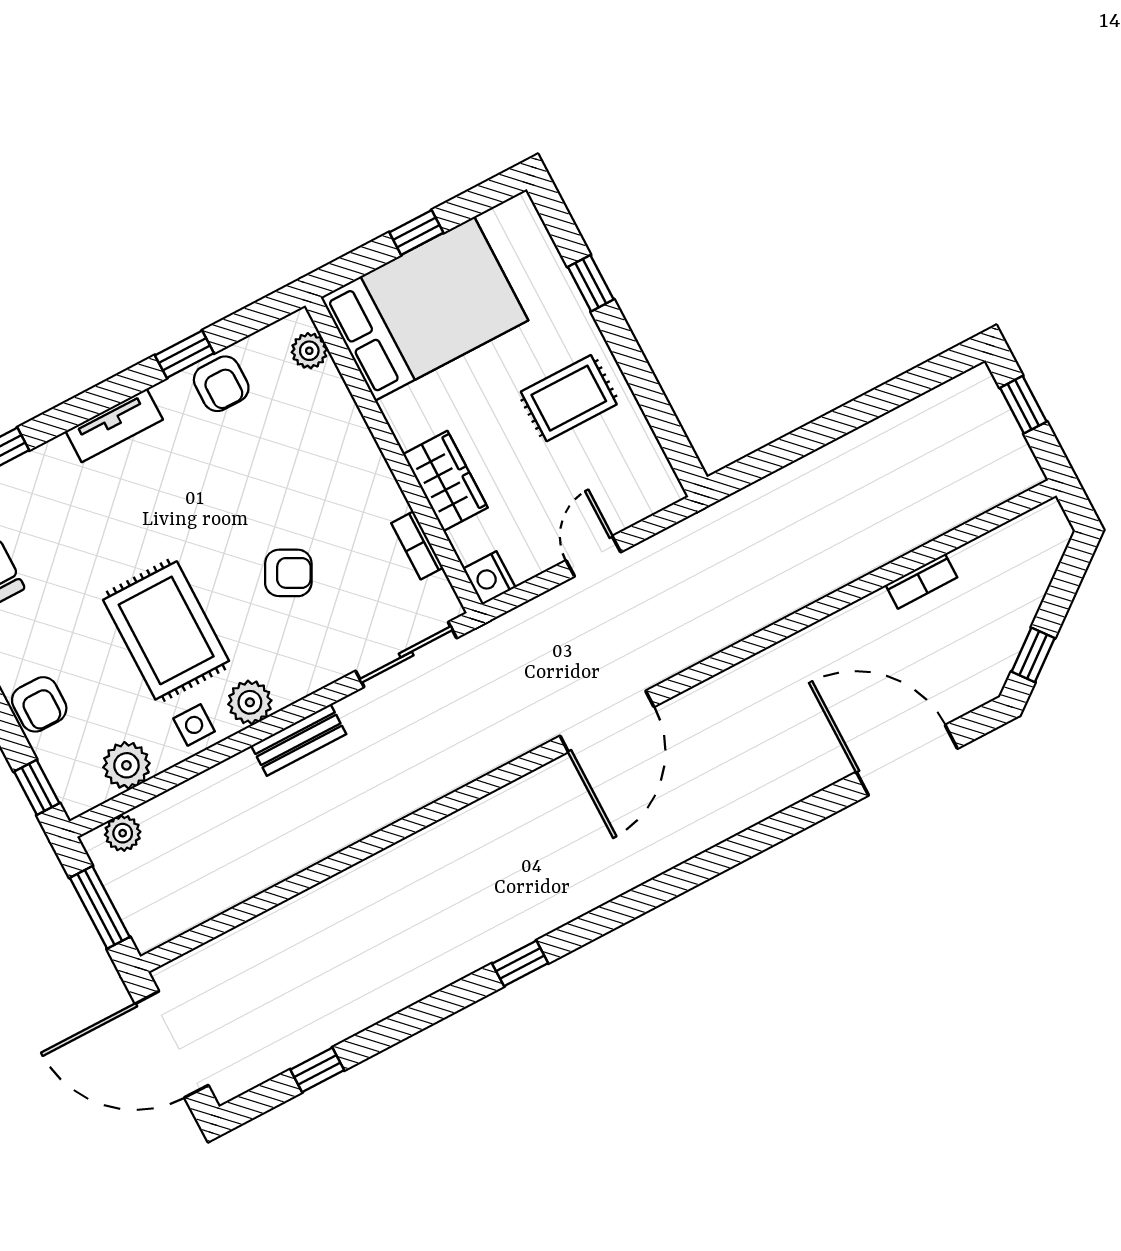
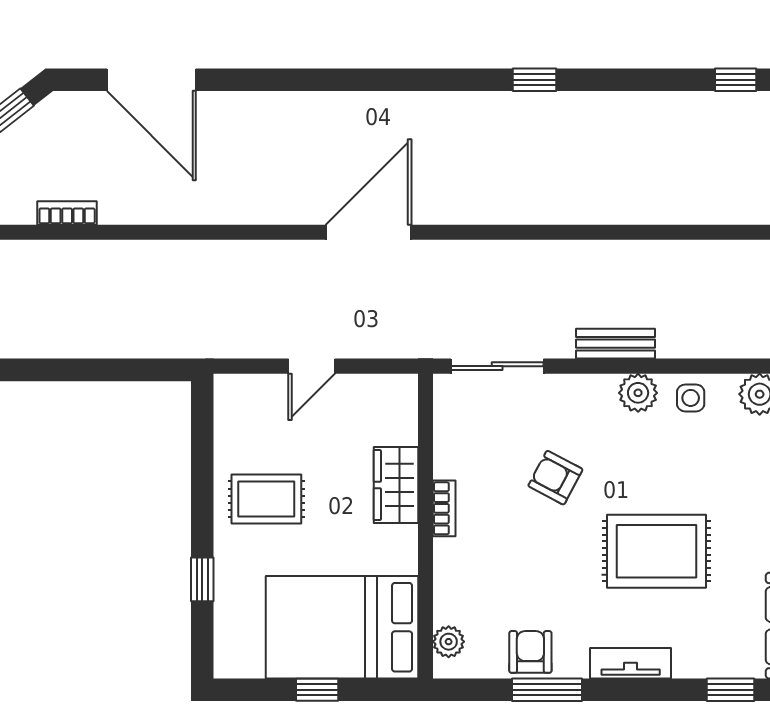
window: (184, 354) -> (547, 690), width x1.50
bookcase: (417, 545) -> (444, 508), moved
nightstand: (489, 578) -> (401, 392), removed
rug: (166, 630) -> (657, 551), moved, turned 90

